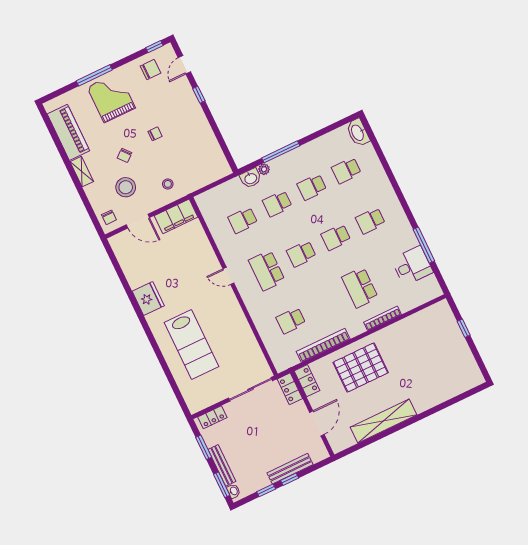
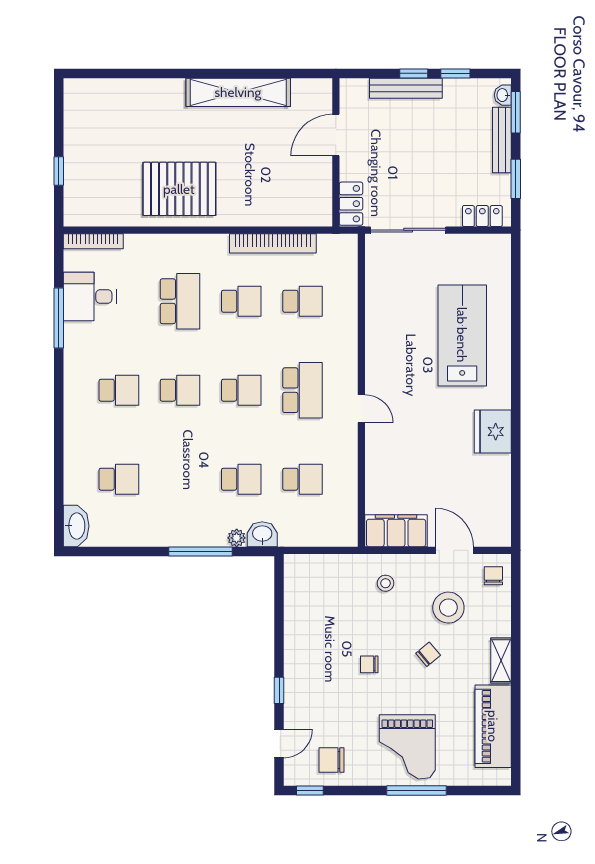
school desk: (312, 187) -> (241, 301), moved
bookcase: (382, 318) -> (93, 241), moved
pallet: (361, 367) -> (179, 189), moved
locker: (307, 381) -> (321, 203), removed

